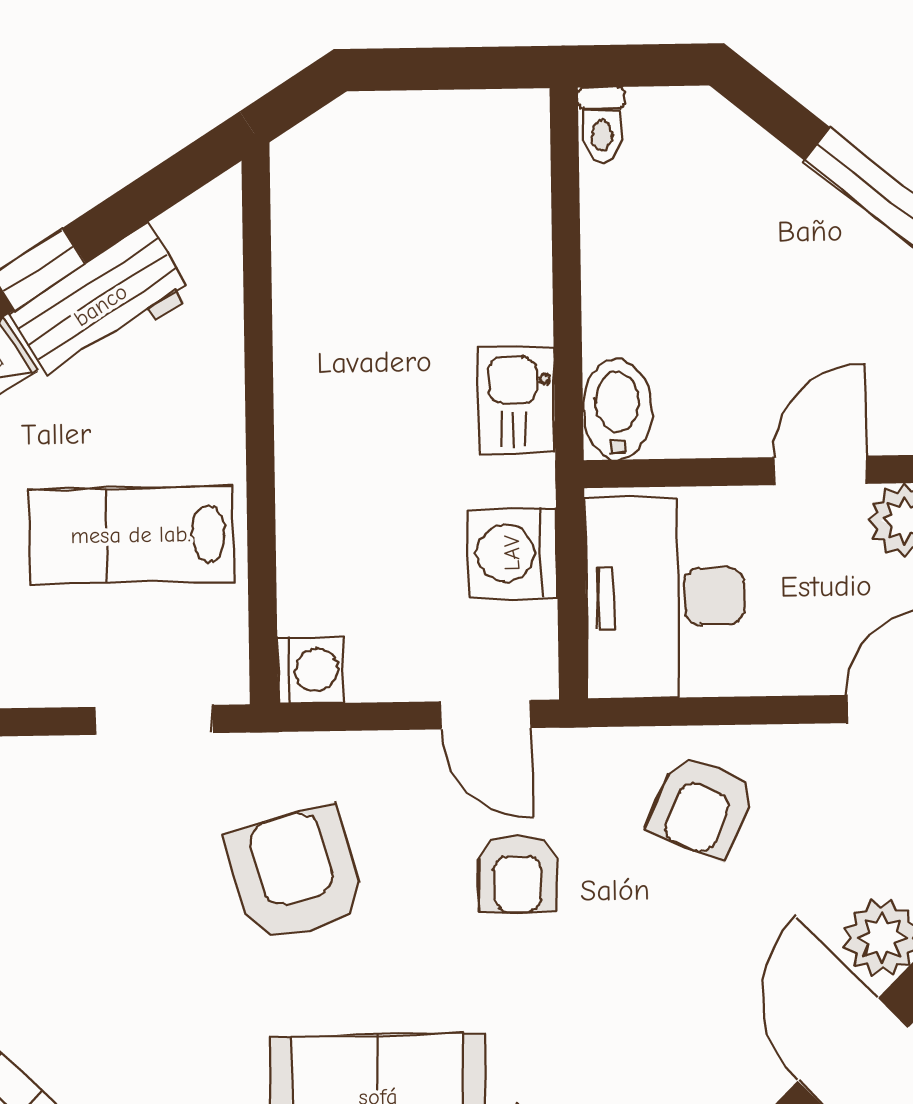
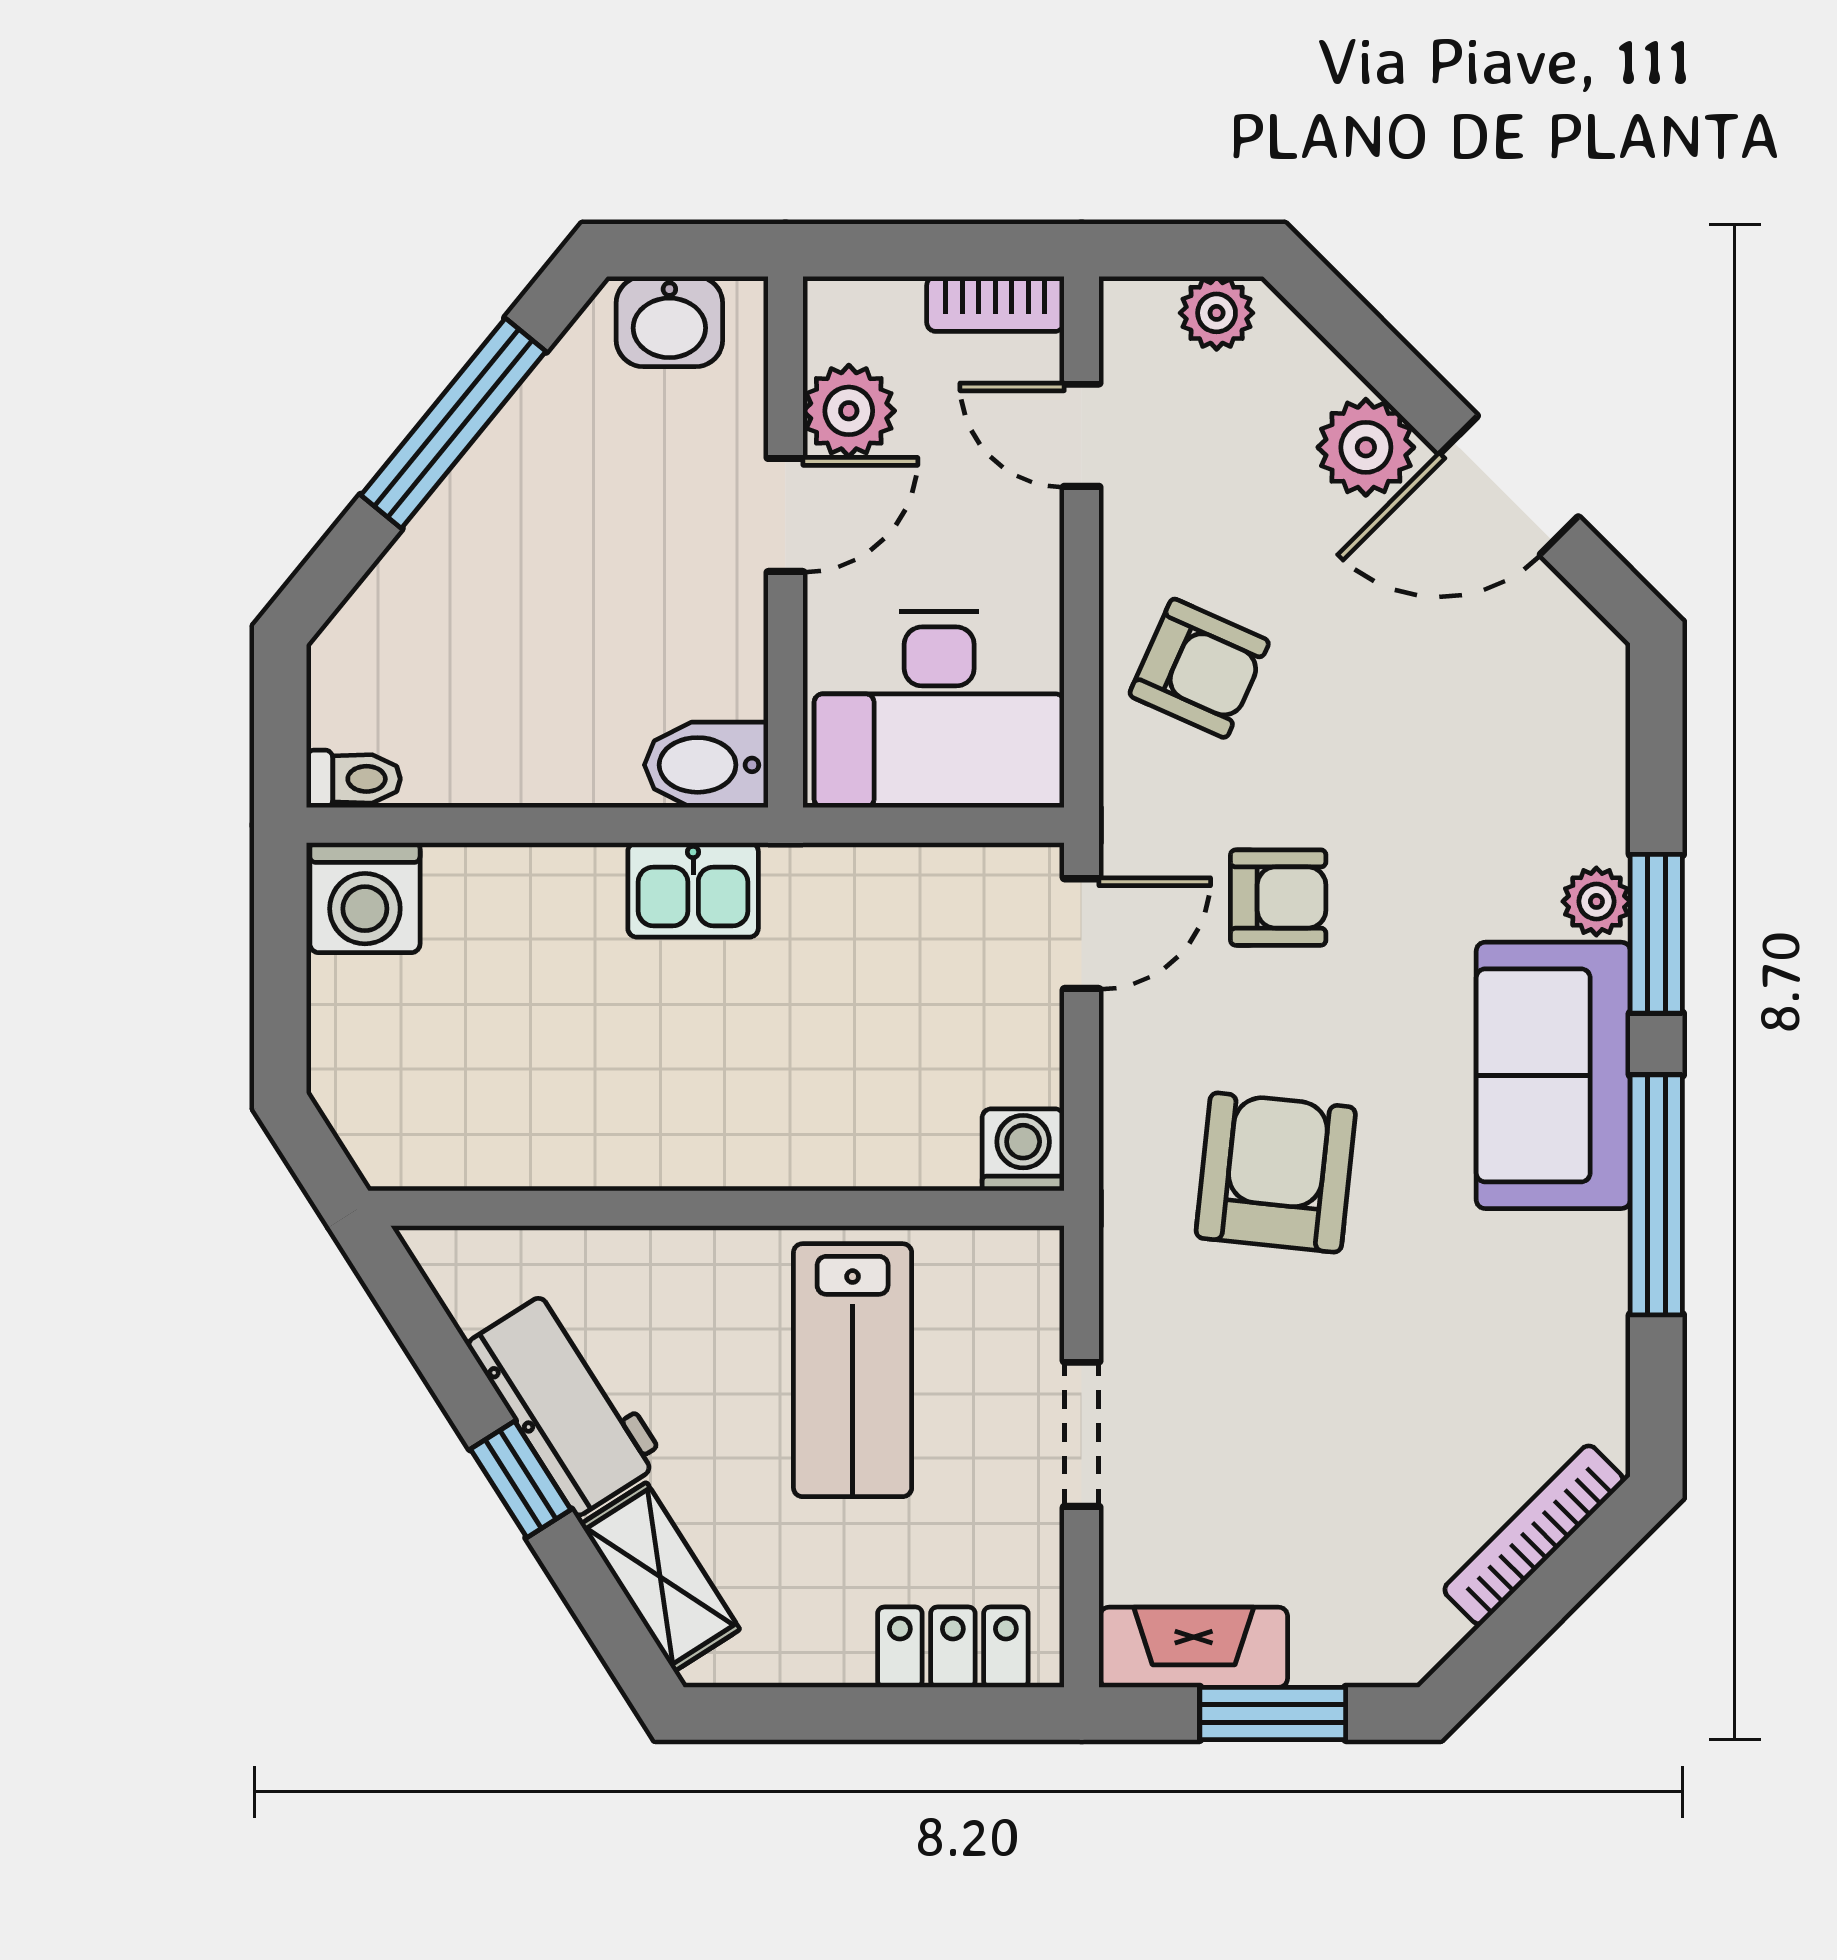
door: (820, 470) -> (785, 515), swing flipped
washing machine: (512, 553) -> (365, 898), moved
doorway: (154, 720) -> (1082, 1434), moved
armchair: (296, 874) -> (1276, 1173), turned 111

